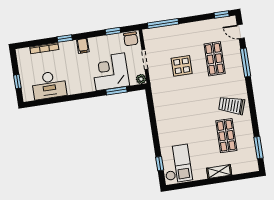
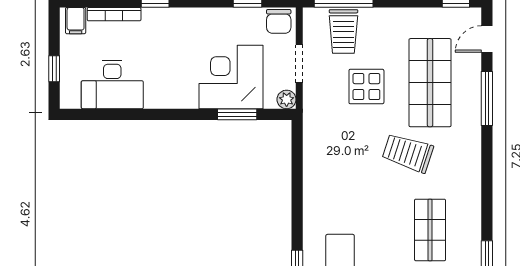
door: (241, 31) -> (487, 39), hinge flipped
trolley: (165, 39) -> (343, 31), added
filing cabinet: (83, 46) -> (76, 21), moved
shop shelf: (215, 59) -> (430, 83), width x1.43, depth x1.36
trolley: (232, 105) -> (408, 153), moved

